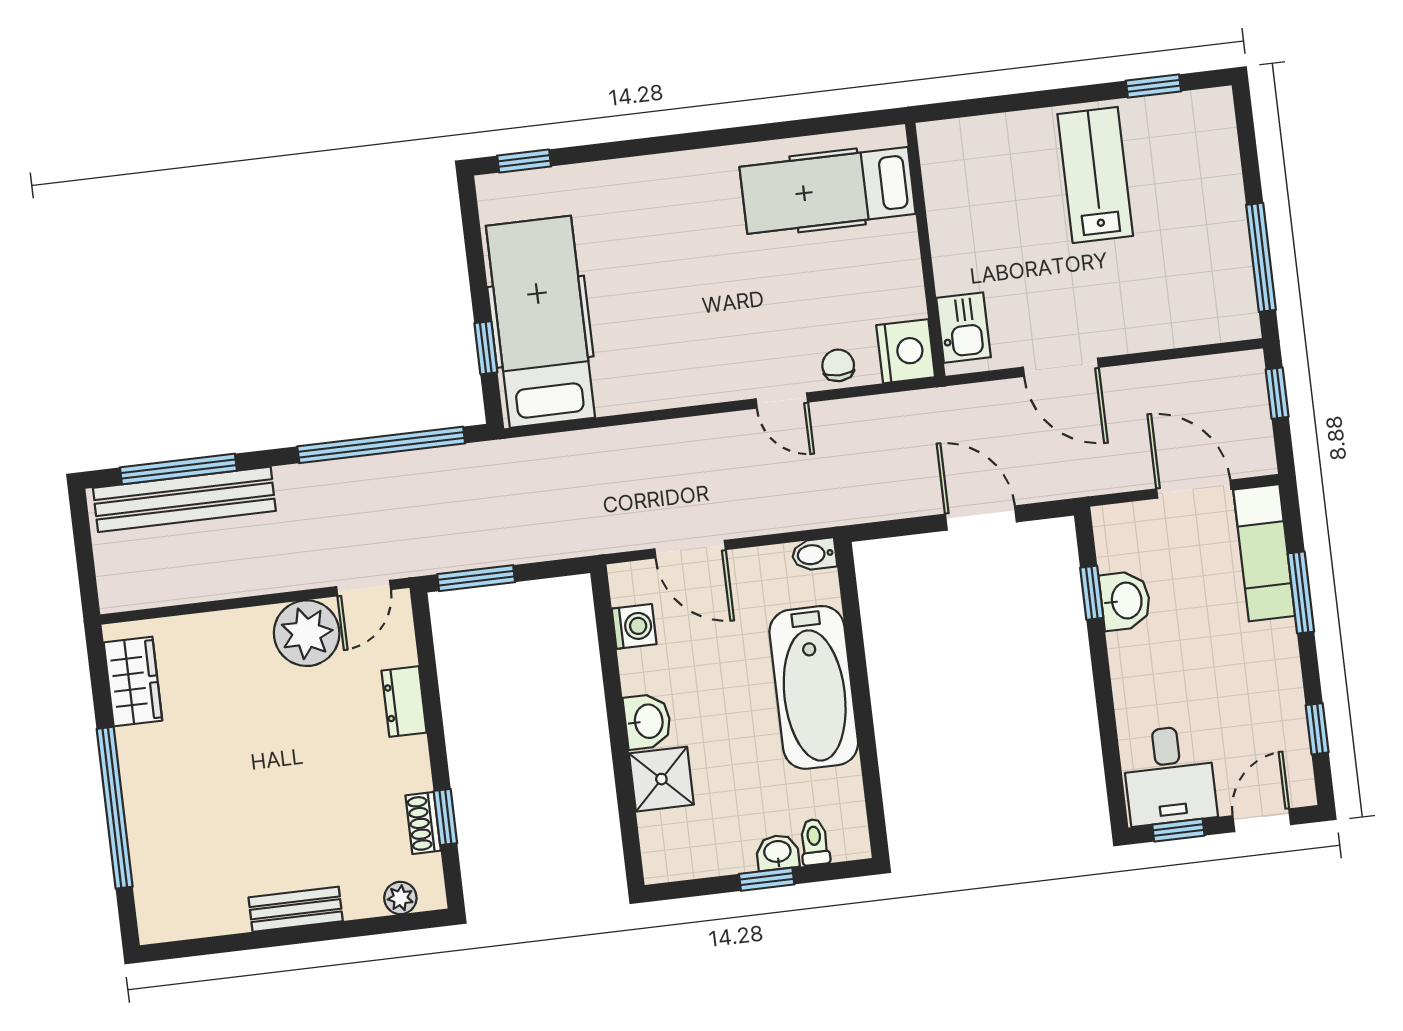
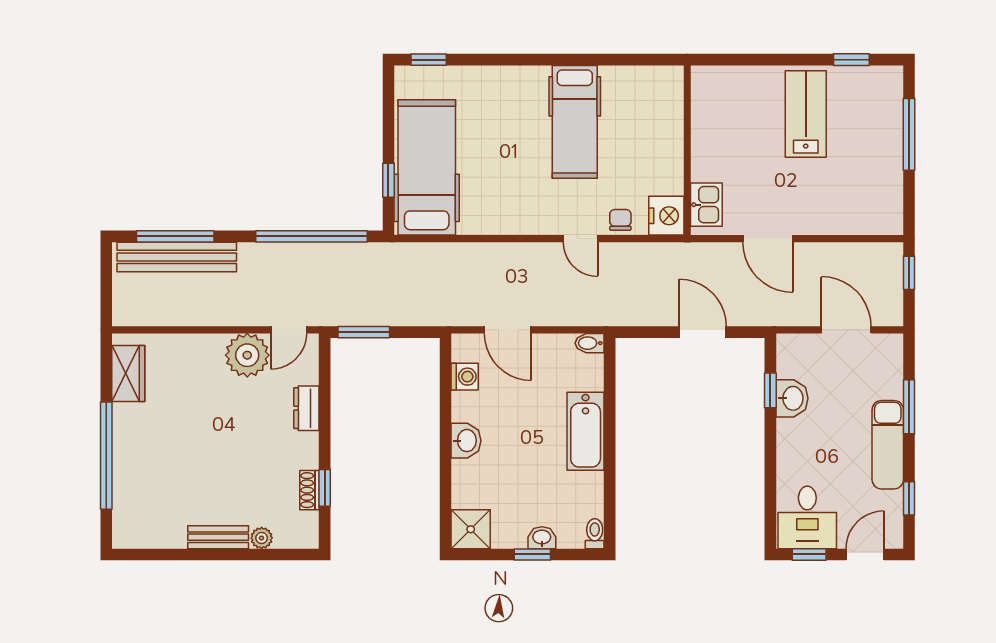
hospital bed: (828, 190) -> (575, 122), moved, turned -90
window: (1261, 257) -> (909, 134), moved
exam couch: (1264, 553) -> (888, 445), moved
bathtub: (814, 687) -> (586, 431), width x0.73, depth x0.73
shower: (661, 779) -> (471, 529), moved
toilet: (814, 842) -> (595, 534), moved
plant: (400, 898) -> (262, 538), moved

